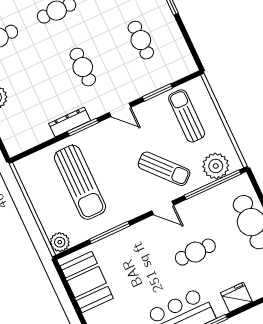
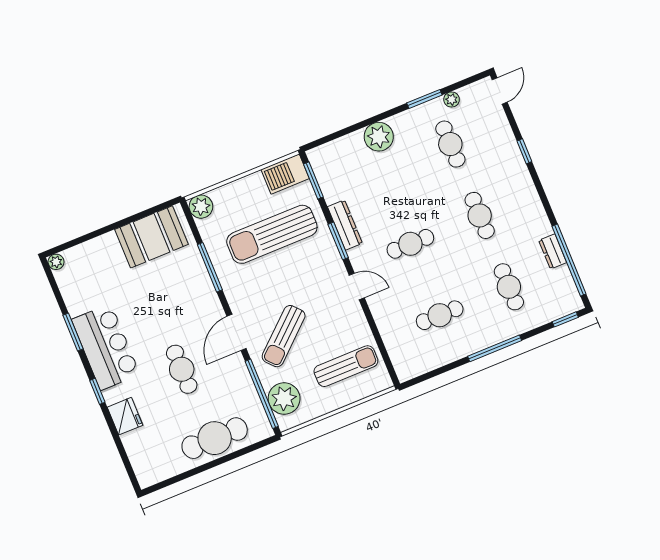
window: (157, 93) -> (313, 181), moved
door: (120, 110) -> (357, 286), swing flipped
barbecue: (30, 174) -> (285, 174), added
door: (163, 208) -> (237, 332), width x1.37

